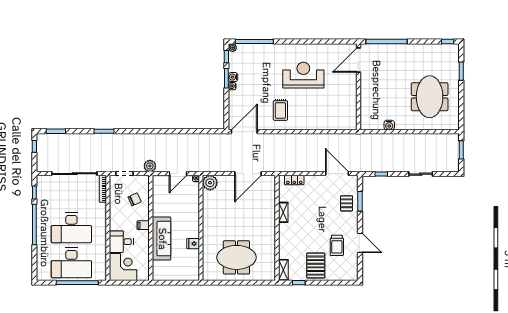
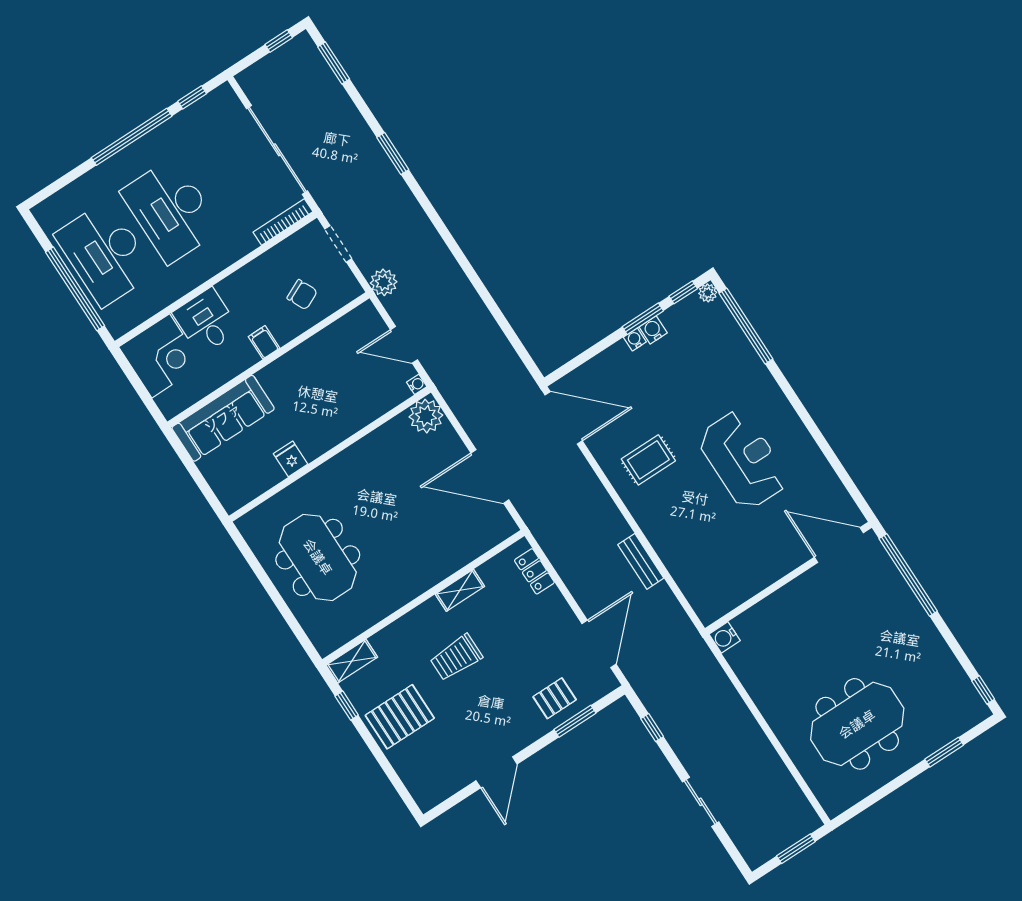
water cooler: (389, 125) -> (725, 637), moved
bench: (316, 138) -> (641, 561), added
sofa: (162, 239) -> (223, 418), moved
trolley: (337, 245) -> (456, 657), moved

